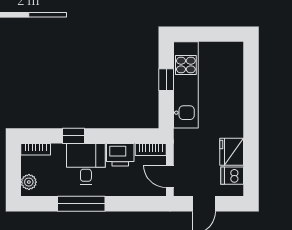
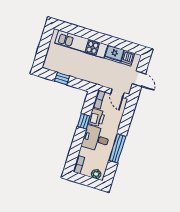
kitchen unit: (186, 85) -> (81, 44), moved, turned 180
window: (74, 136) -> (84, 121), moved
door: (170, 176) -> (117, 93), hinge flipped

